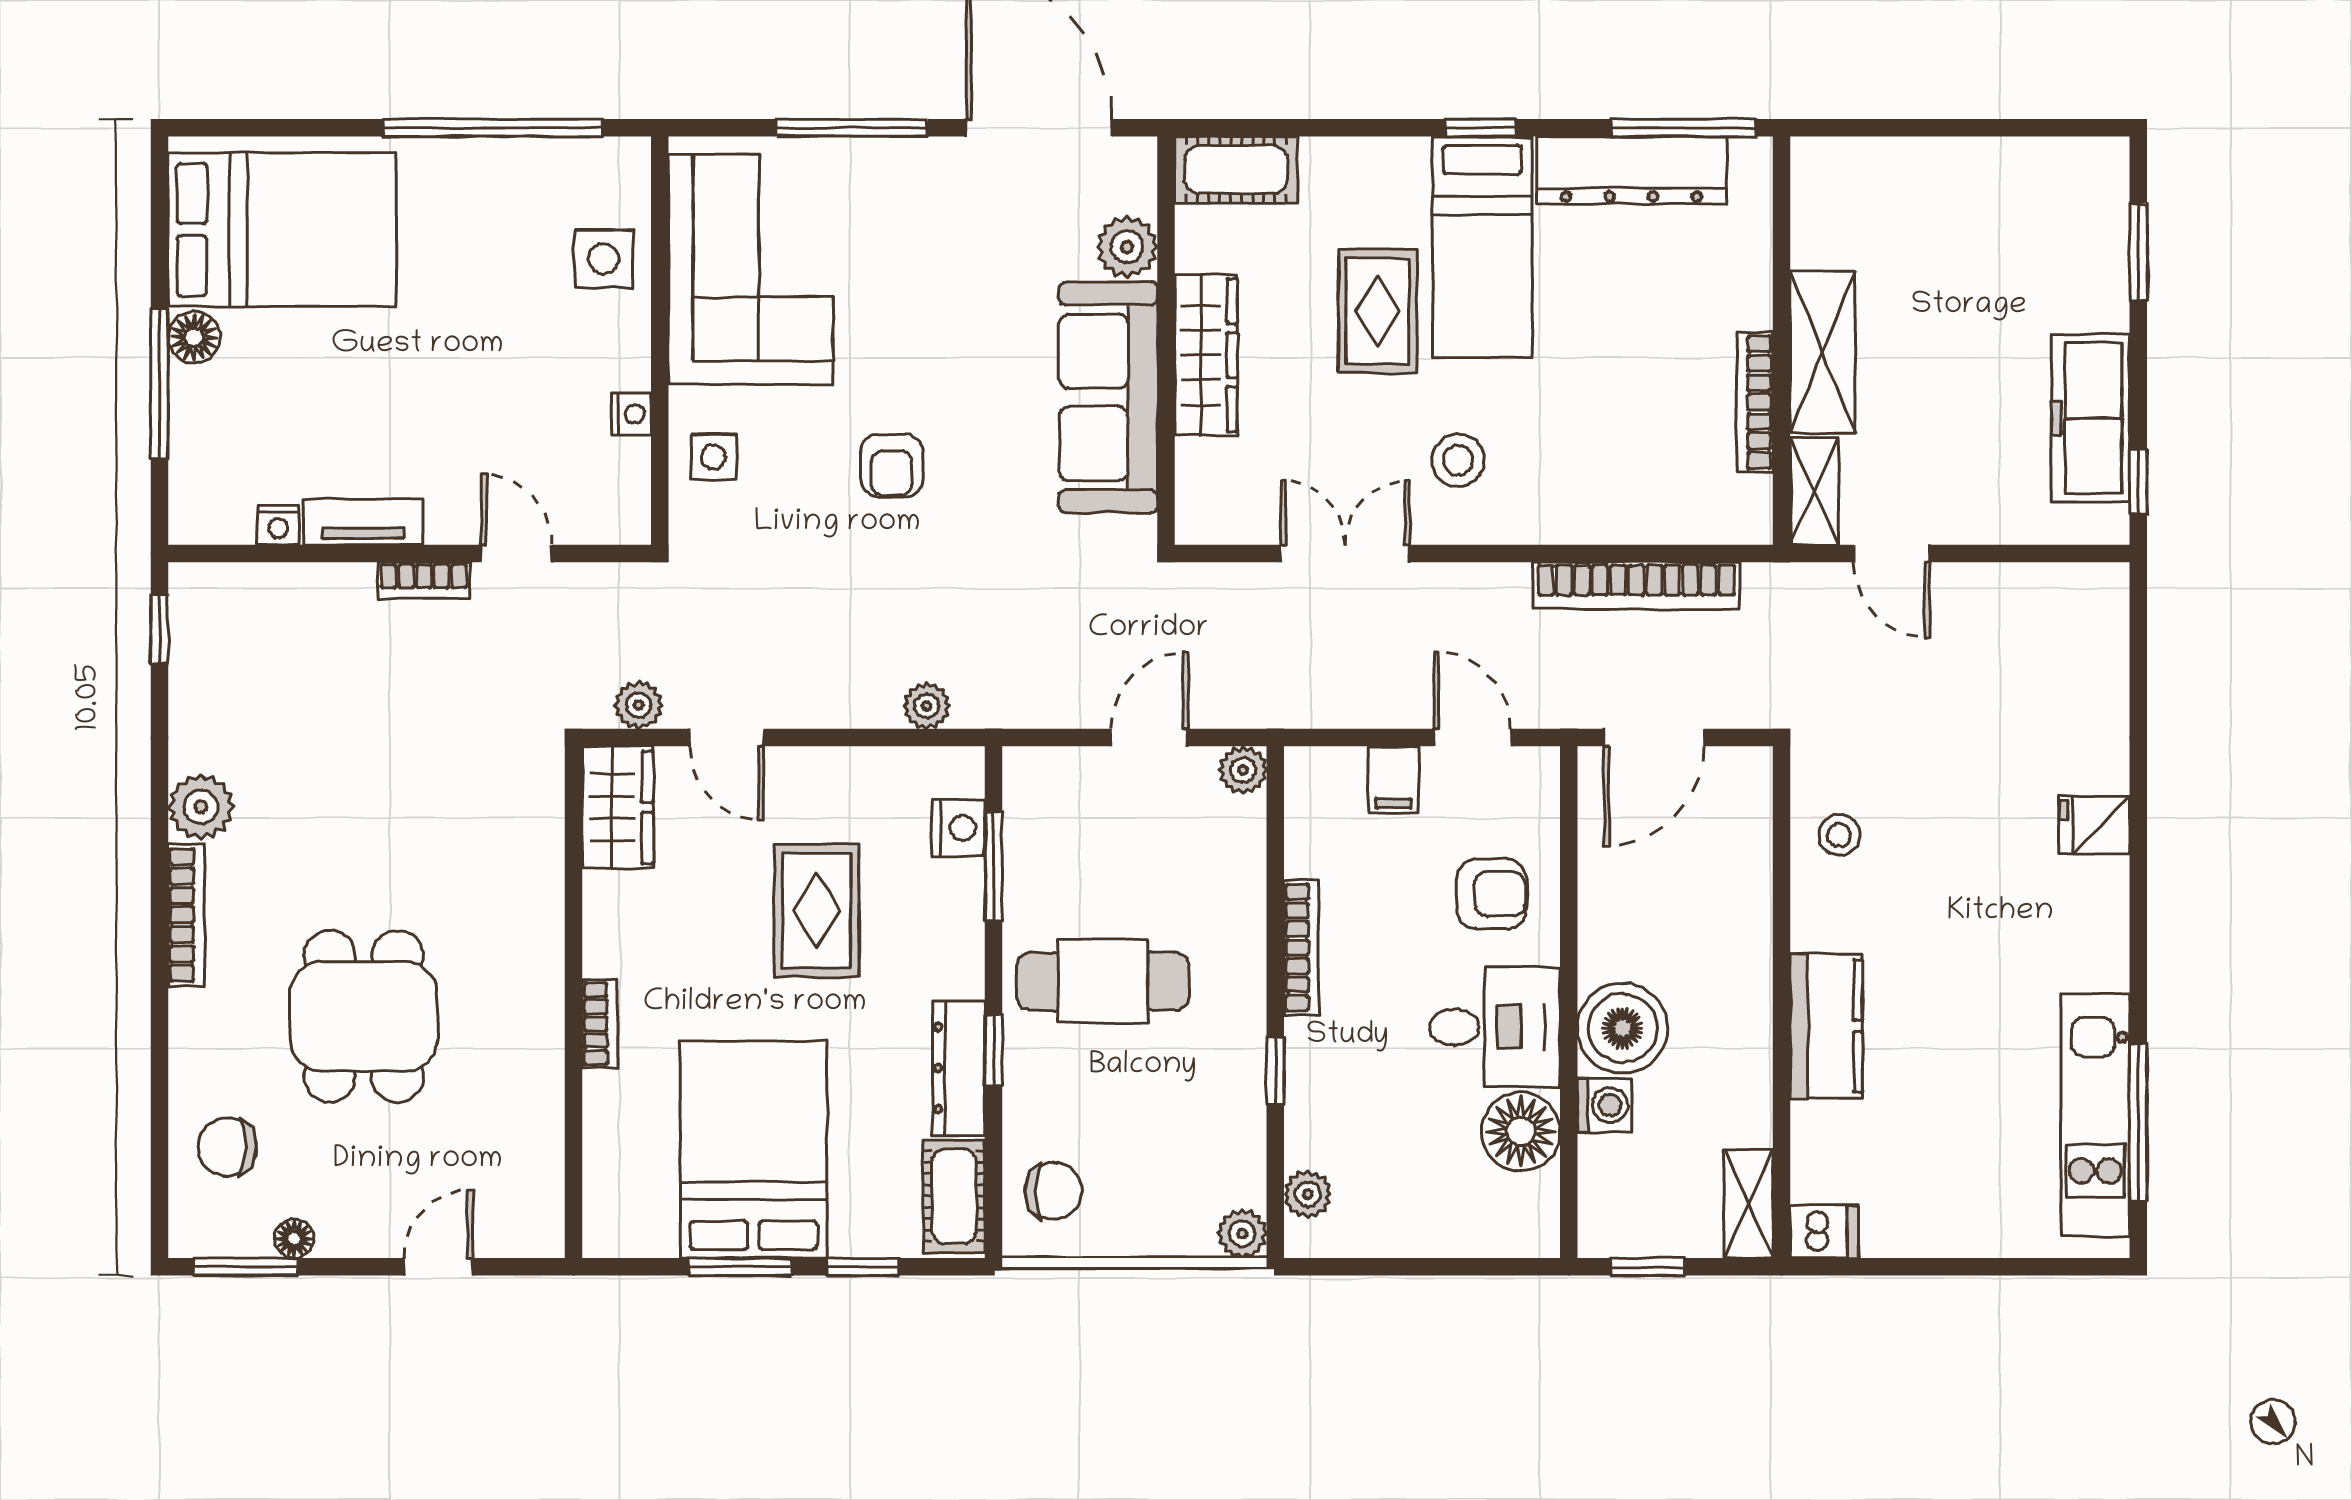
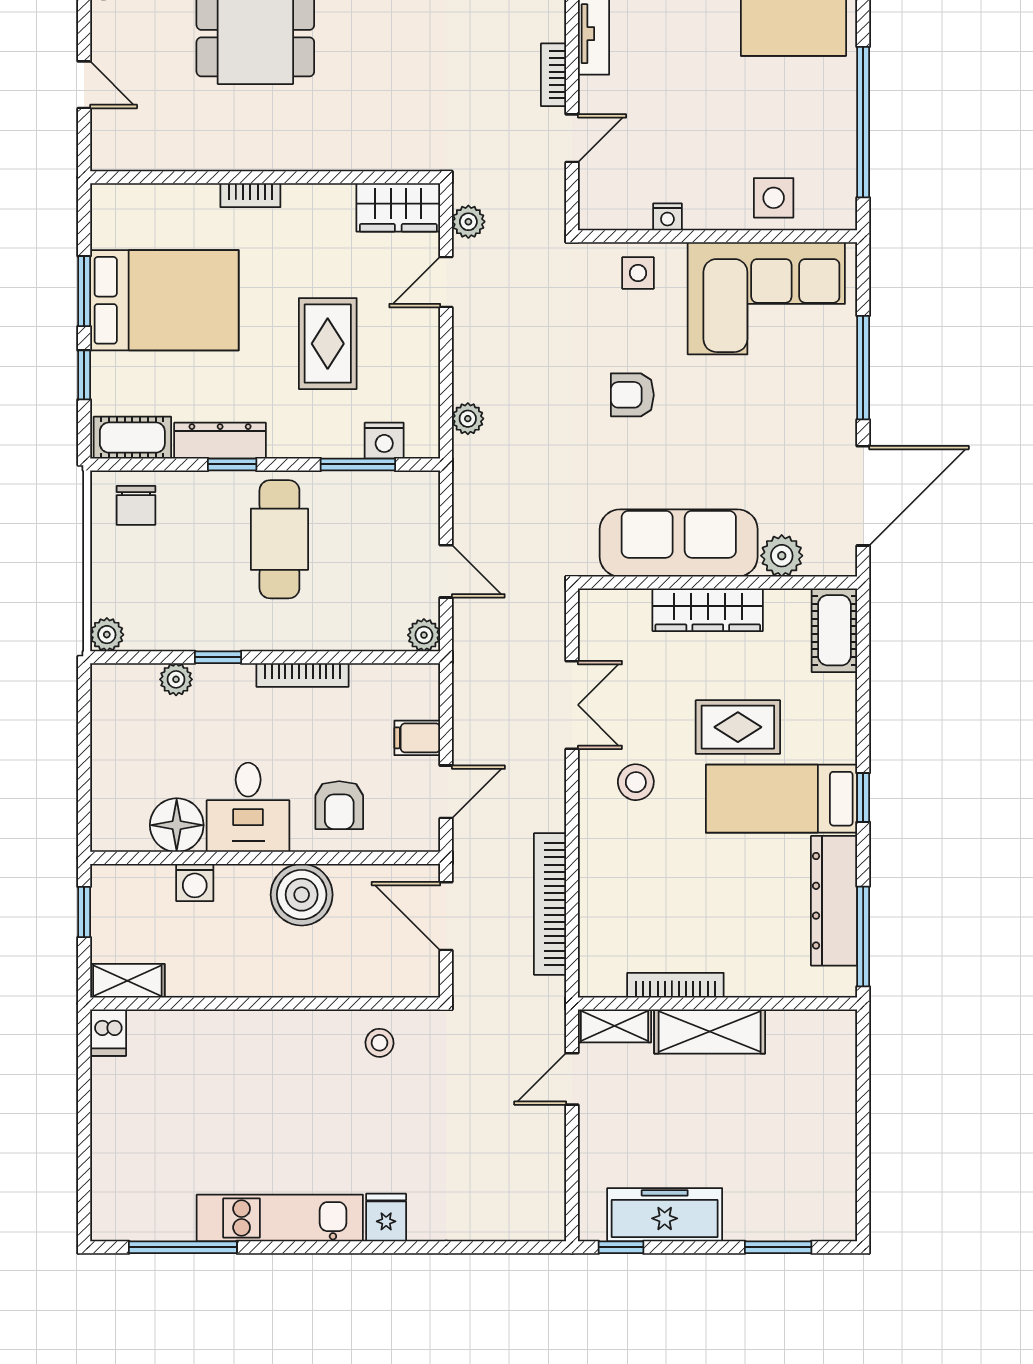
rug: (817, 911) -> (328, 344), turned 90
kitchen counter: (1826, 1026) -> (249, 1034), removed
boiler: (1623, 1028) -> (302, 895), moved
kitchen unit: (2095, 1115) -> (280, 1218), moved
plant: (1308, 1194) -> (176, 679), moved

